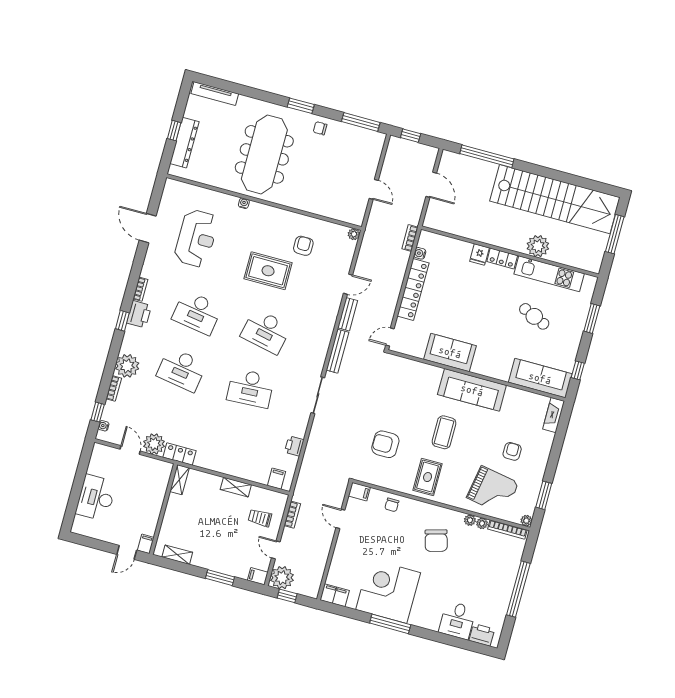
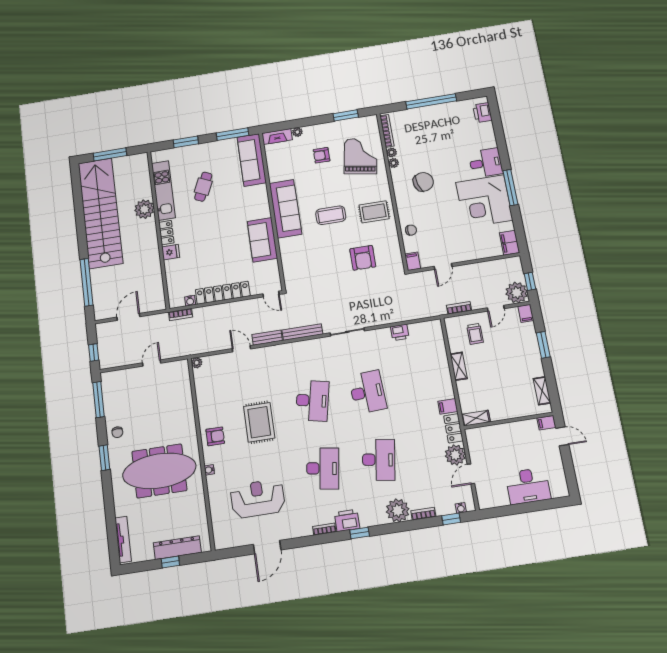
armchair: (303, 246) -> (215, 436), moved, turned 180
window: (578, 370) -> (232, 134), width x2.17
filing cabinet: (276, 479) -> (448, 406), moved
plant: (526, 521) -> (297, 132), moved
desk: (457, 620) -> (486, 163), moved

